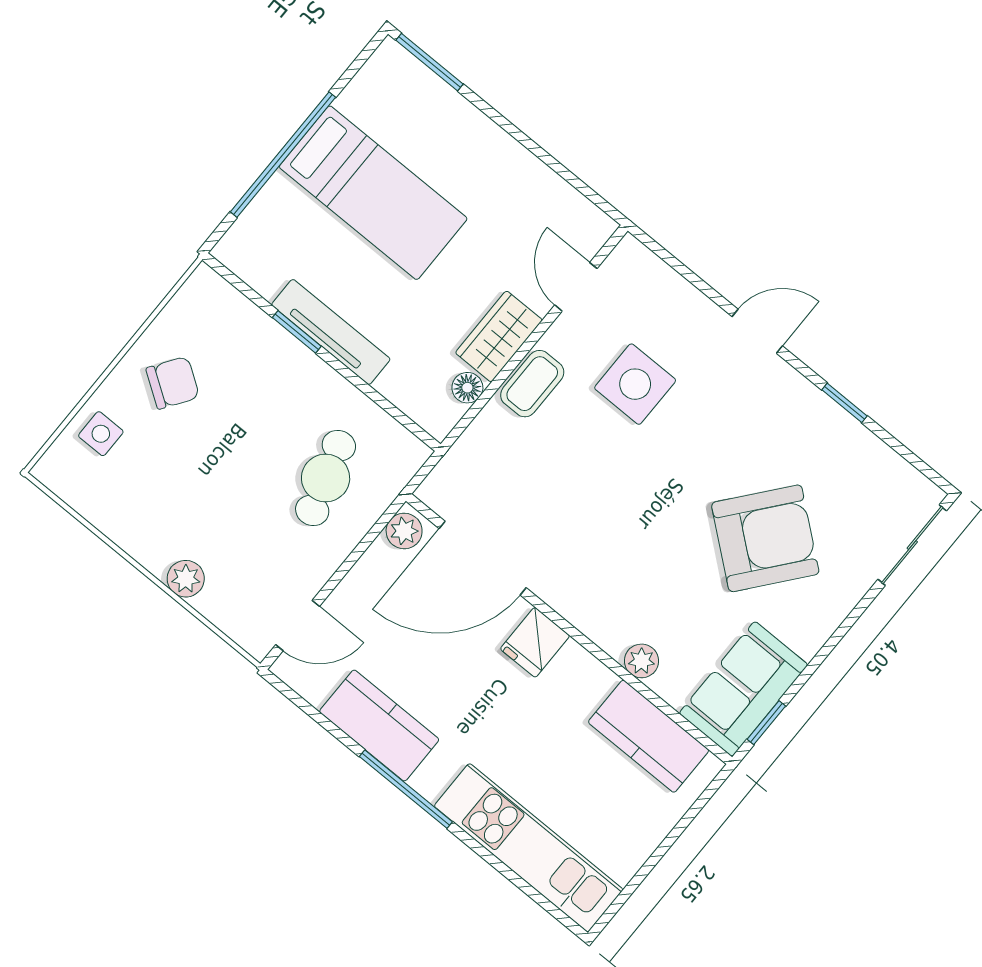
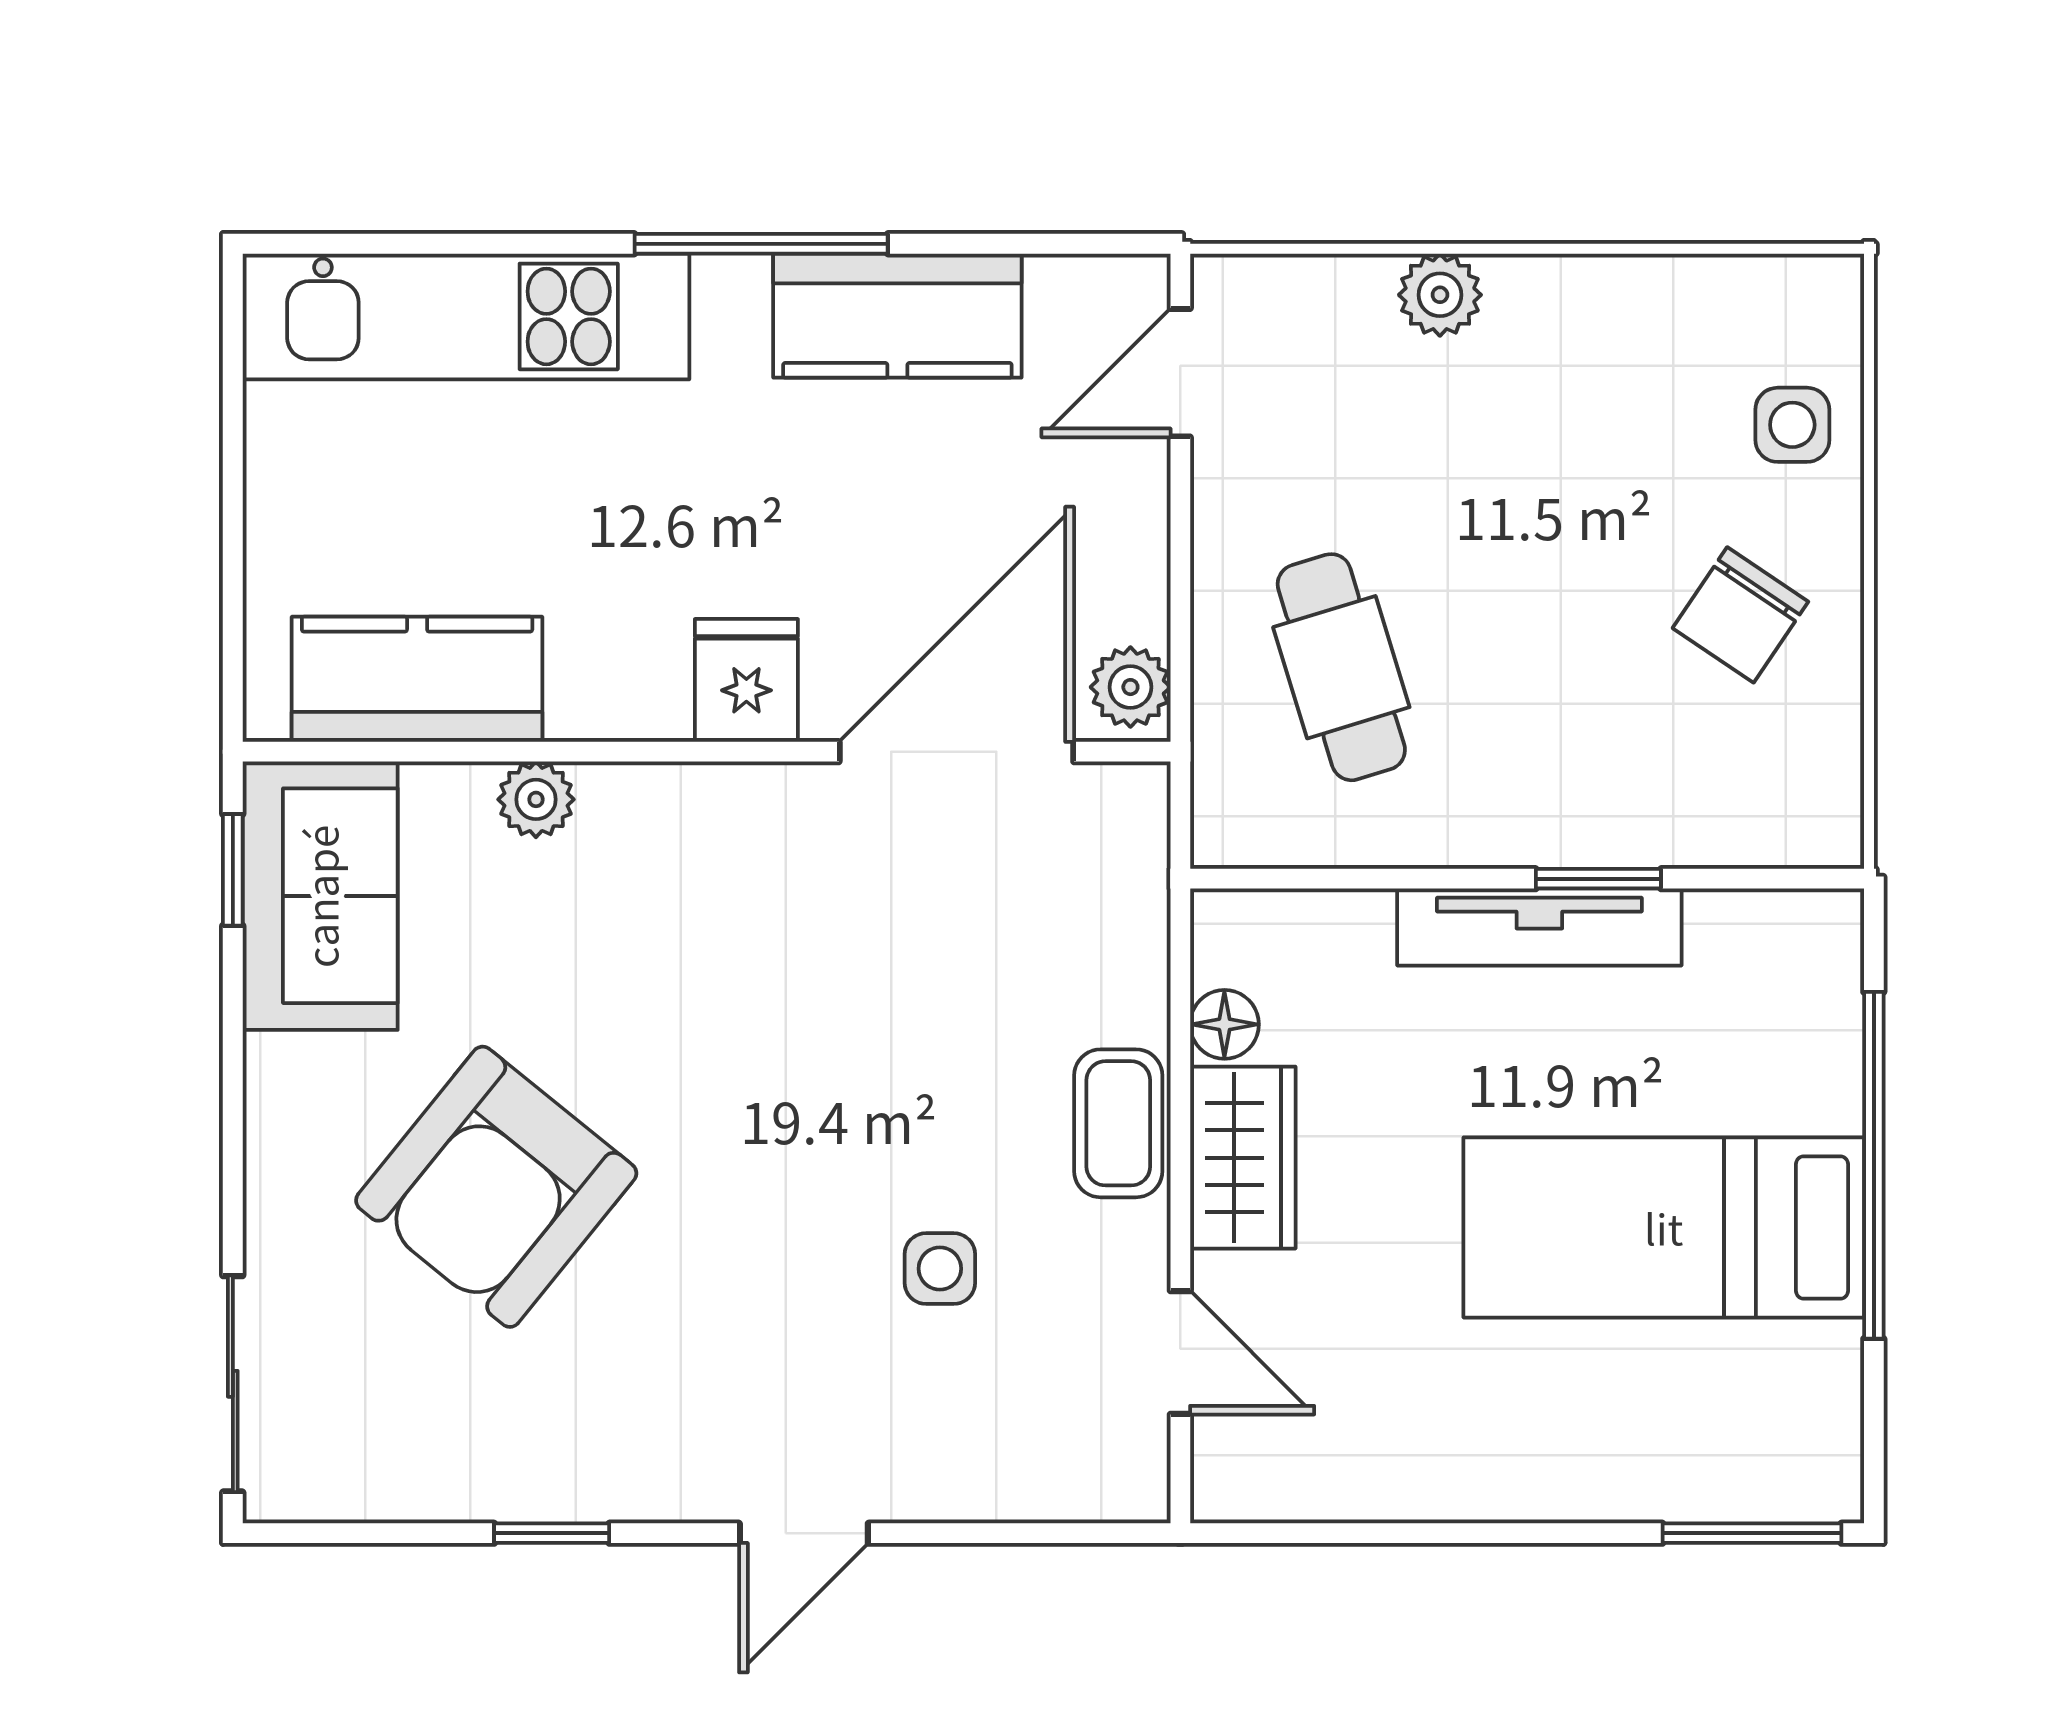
side table: (635, 384) -> (940, 1269), width x0.54, depth x0.54

